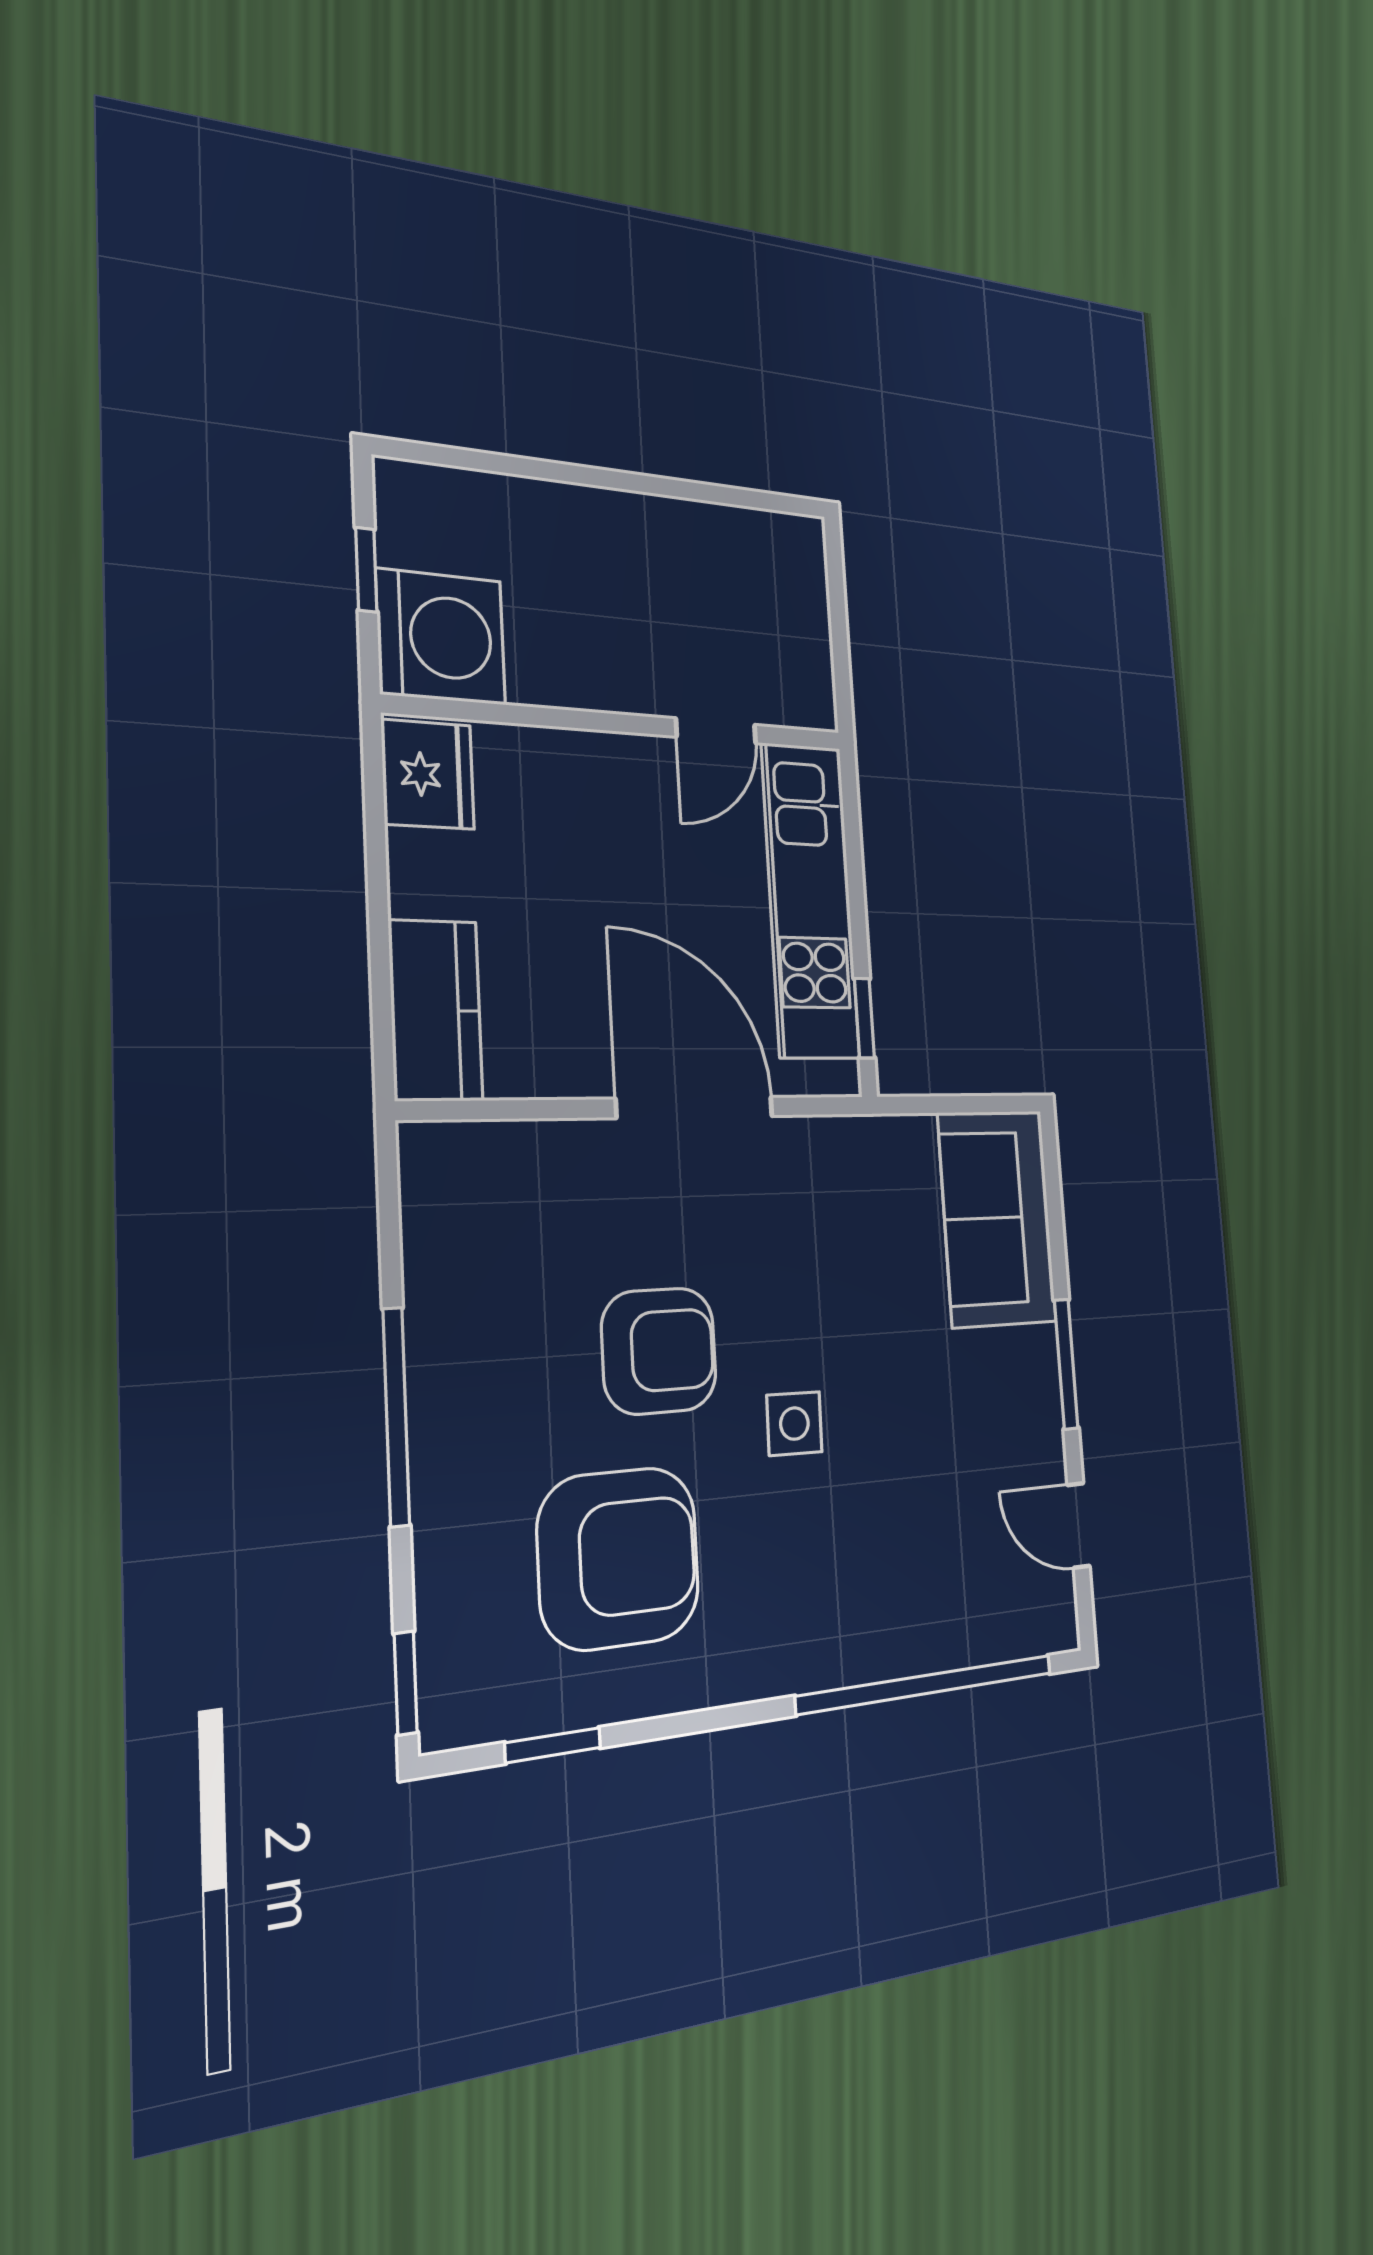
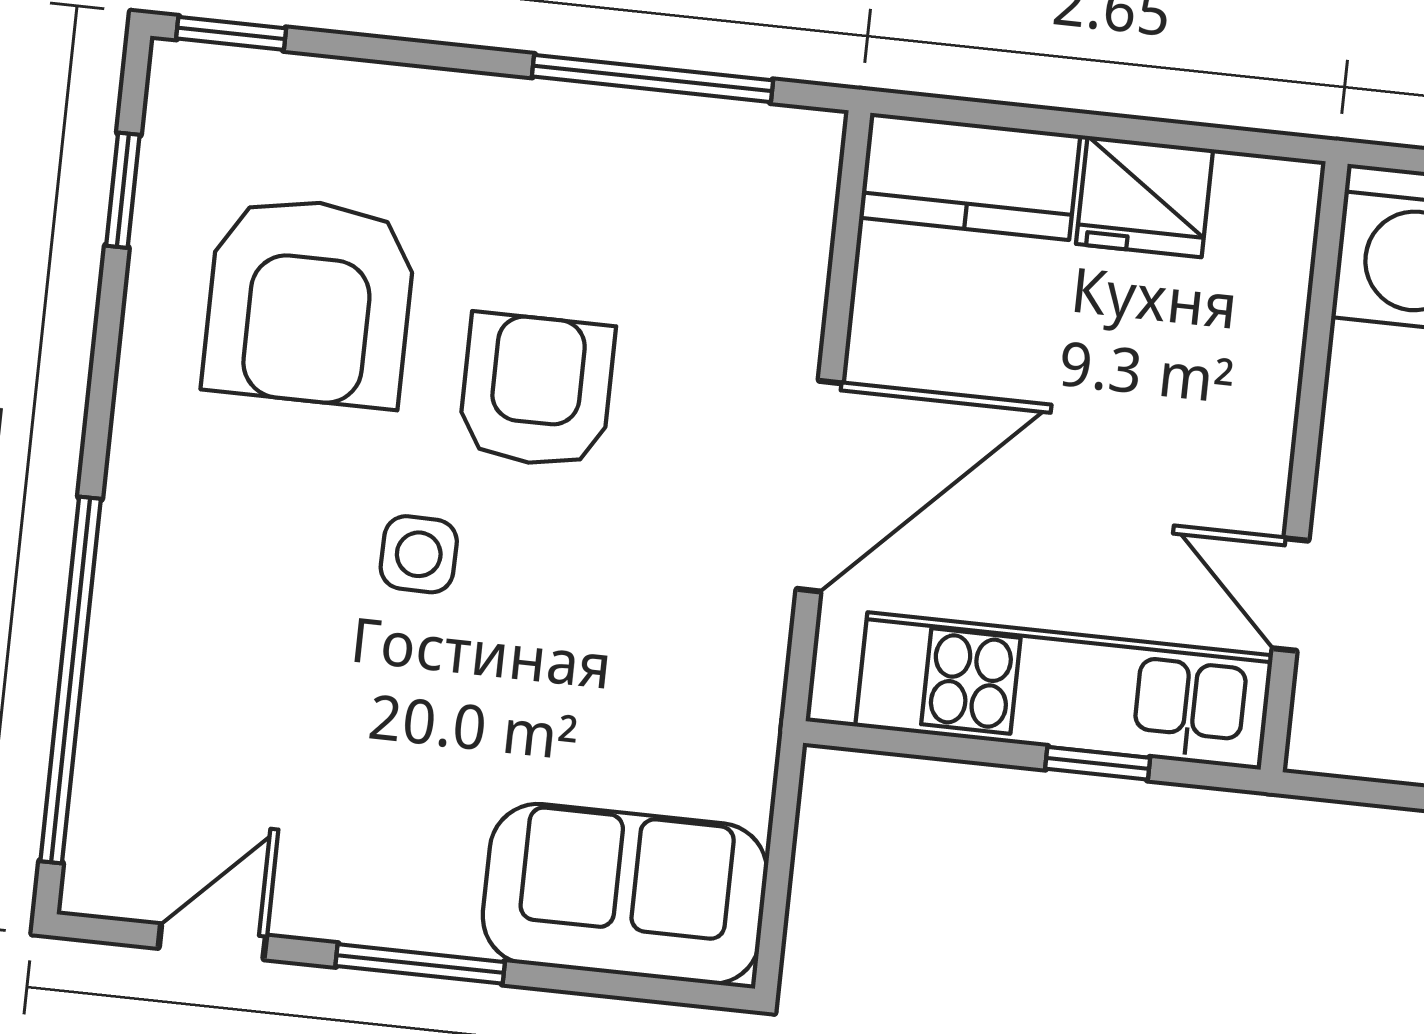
fridge: (428, 774) -> (1145, 197), moved
window: (864, 1018) -> (1098, 763), moved
armchair: (659, 1351) -> (536, 391), turned 180
window: (396, 1417) -> (652, 78), moved

